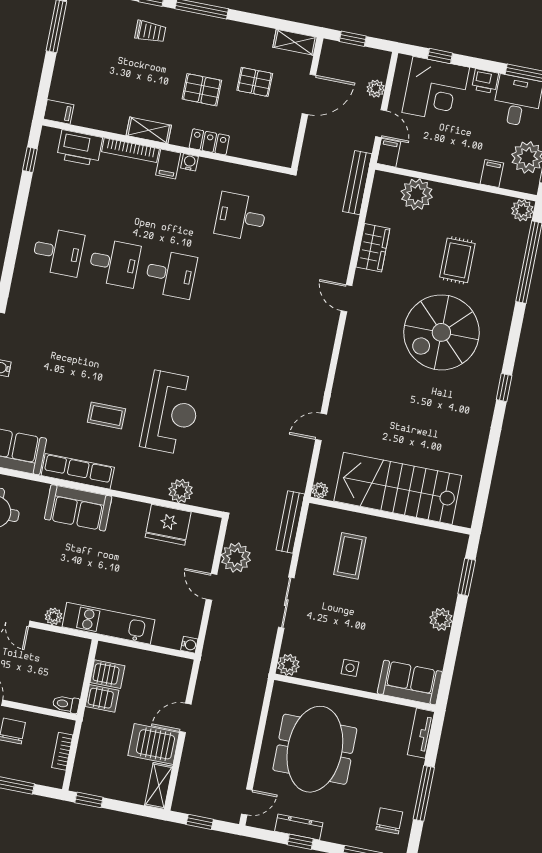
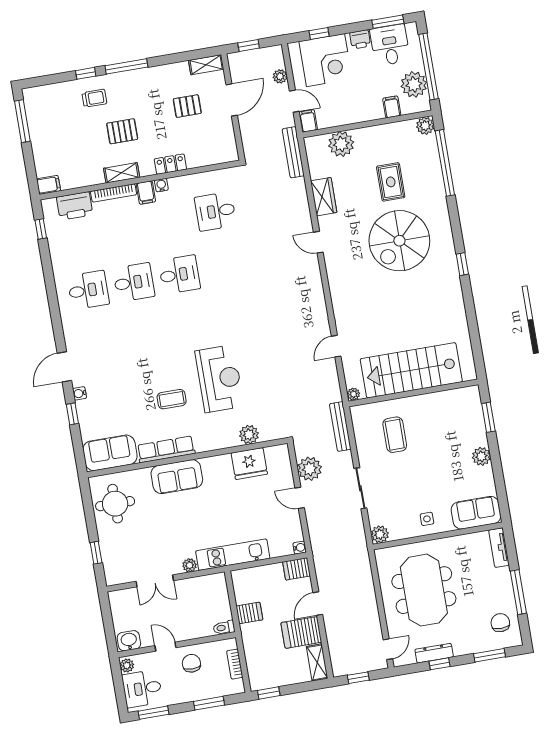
pallet: (202, 90) -> (122, 131), moved
server rack: (107, 674) -> (297, 569), moved, turned 180

